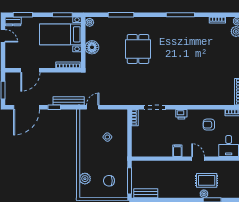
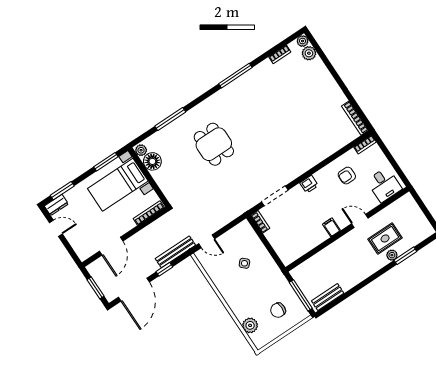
floor lamp: (92, 47) -> (152, 161), moved
door: (93, 107) -> (207, 241), swing flipped

